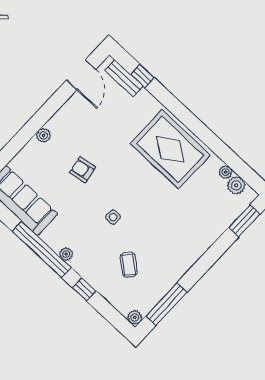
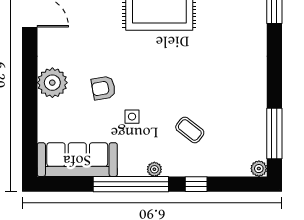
plant: (43, 135) -> (52, 83), width x1.87, depth x1.87
side table: (113, 217) -> (132, 117), moved
coffee table: (129, 265) -> (190, 130), moved

